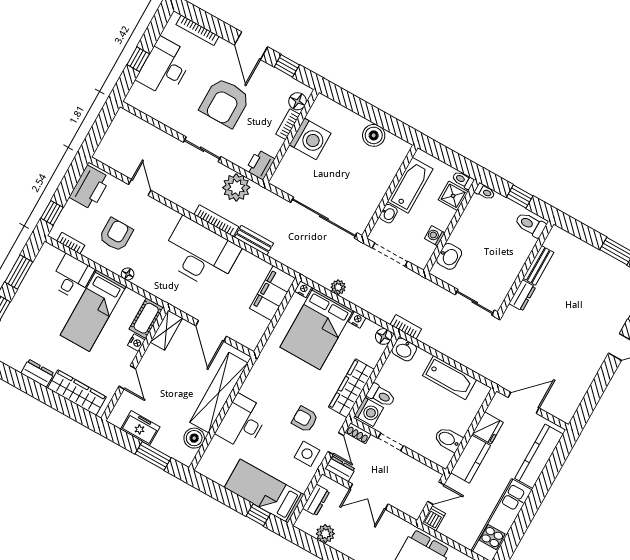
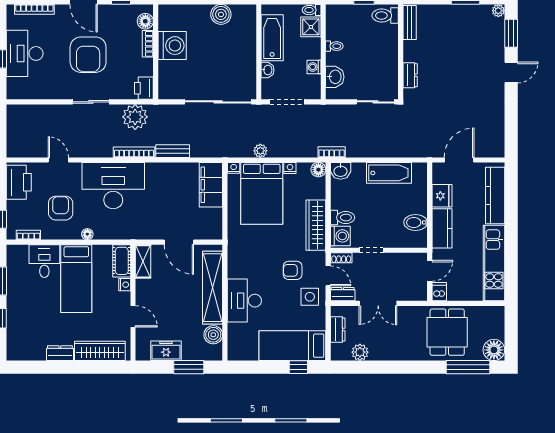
toilet: (485, 192) -> (334, 46), moved
desk: (200, 254) -> (113, 186), moved
bench: (538, 265) -> (410, 22), moved

